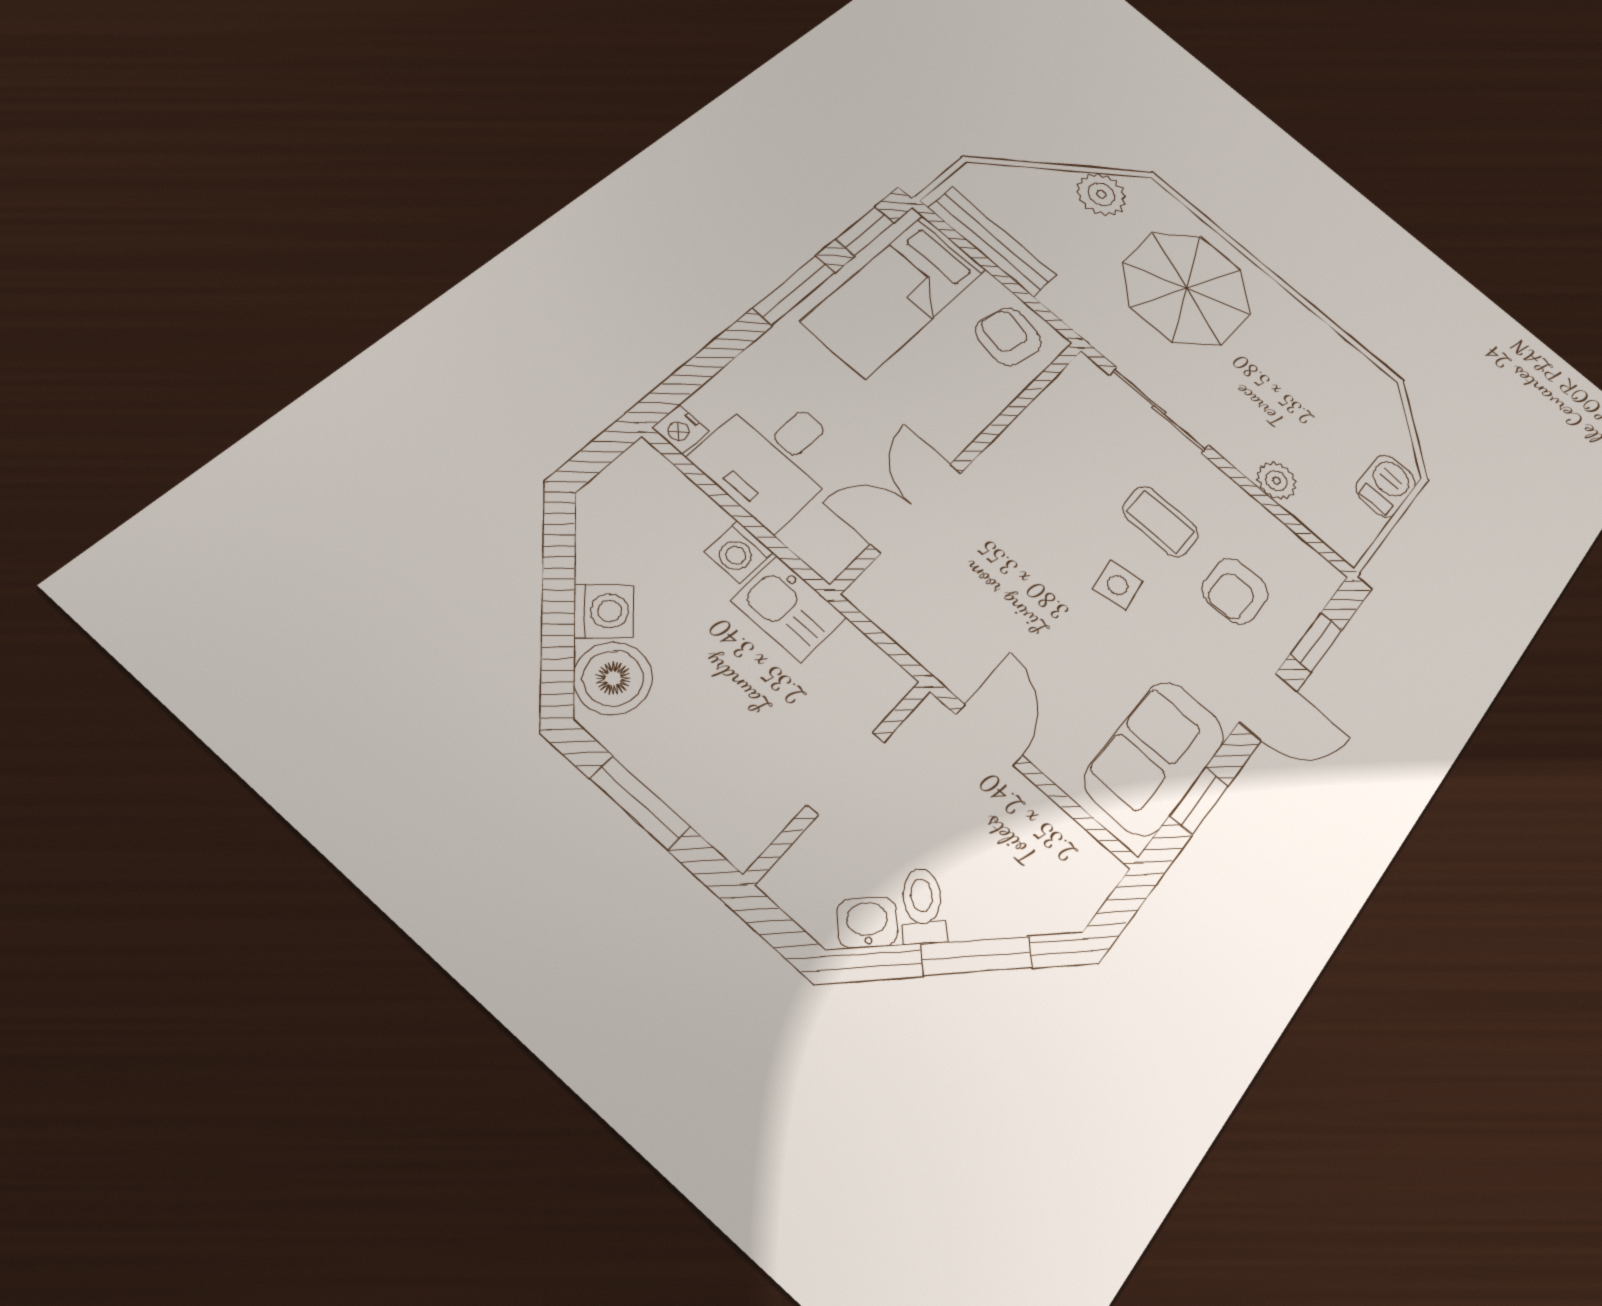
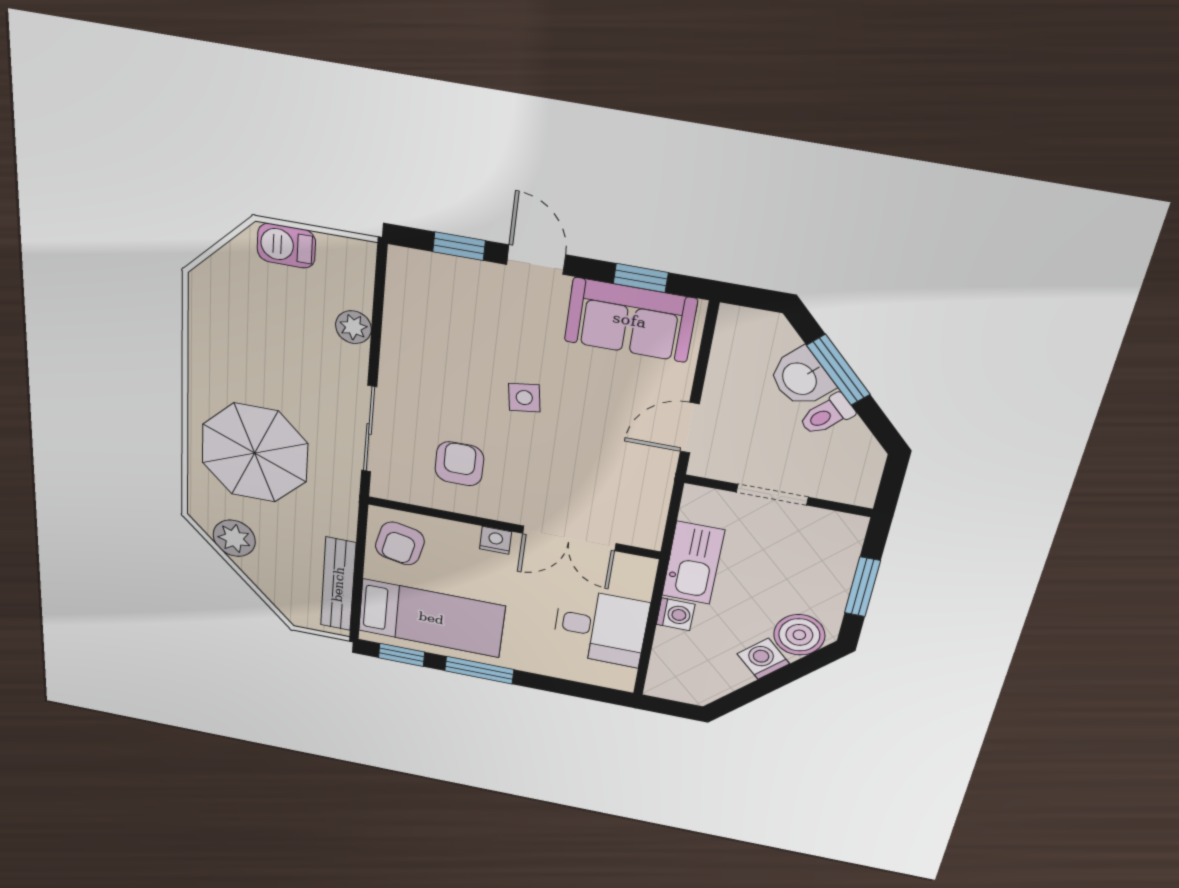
nightstand: (681, 429) -> (496, 540), moved, turned -90
coffee table: (1160, 521) -> (454, 391), removed
armchair: (1235, 591) -> (459, 464), moved, turned -90
kitchen sink: (789, 609) -> (693, 563), width x1.38
washbasin: (867, 922) -> (801, 378), moved, width x1.38, depth x1.45

